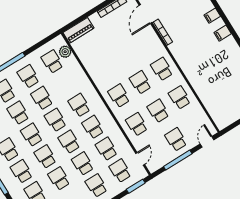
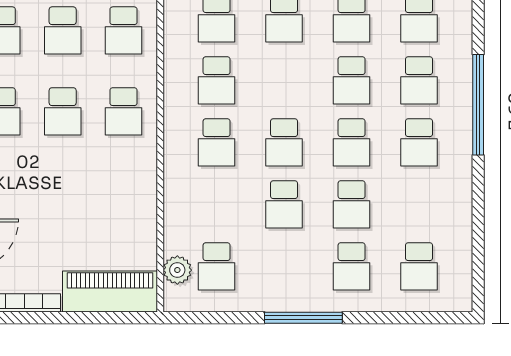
piano: (79, 30) -> (110, 292), width x1.37, depth x1.33
school desk: (28, 76) -> (284, 266), removed
school desk: (69, 142) -> (284, 80), removed

